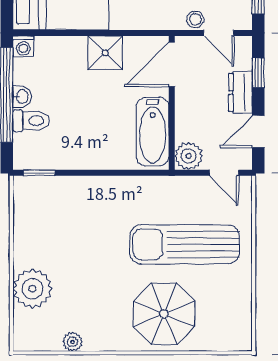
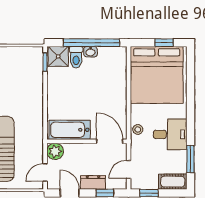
stool: (195, 19) -> (138, 129), moved
washing machine: (23, 46) -> (121, 53), removed
shower: (105, 53) -> (58, 56), moved

